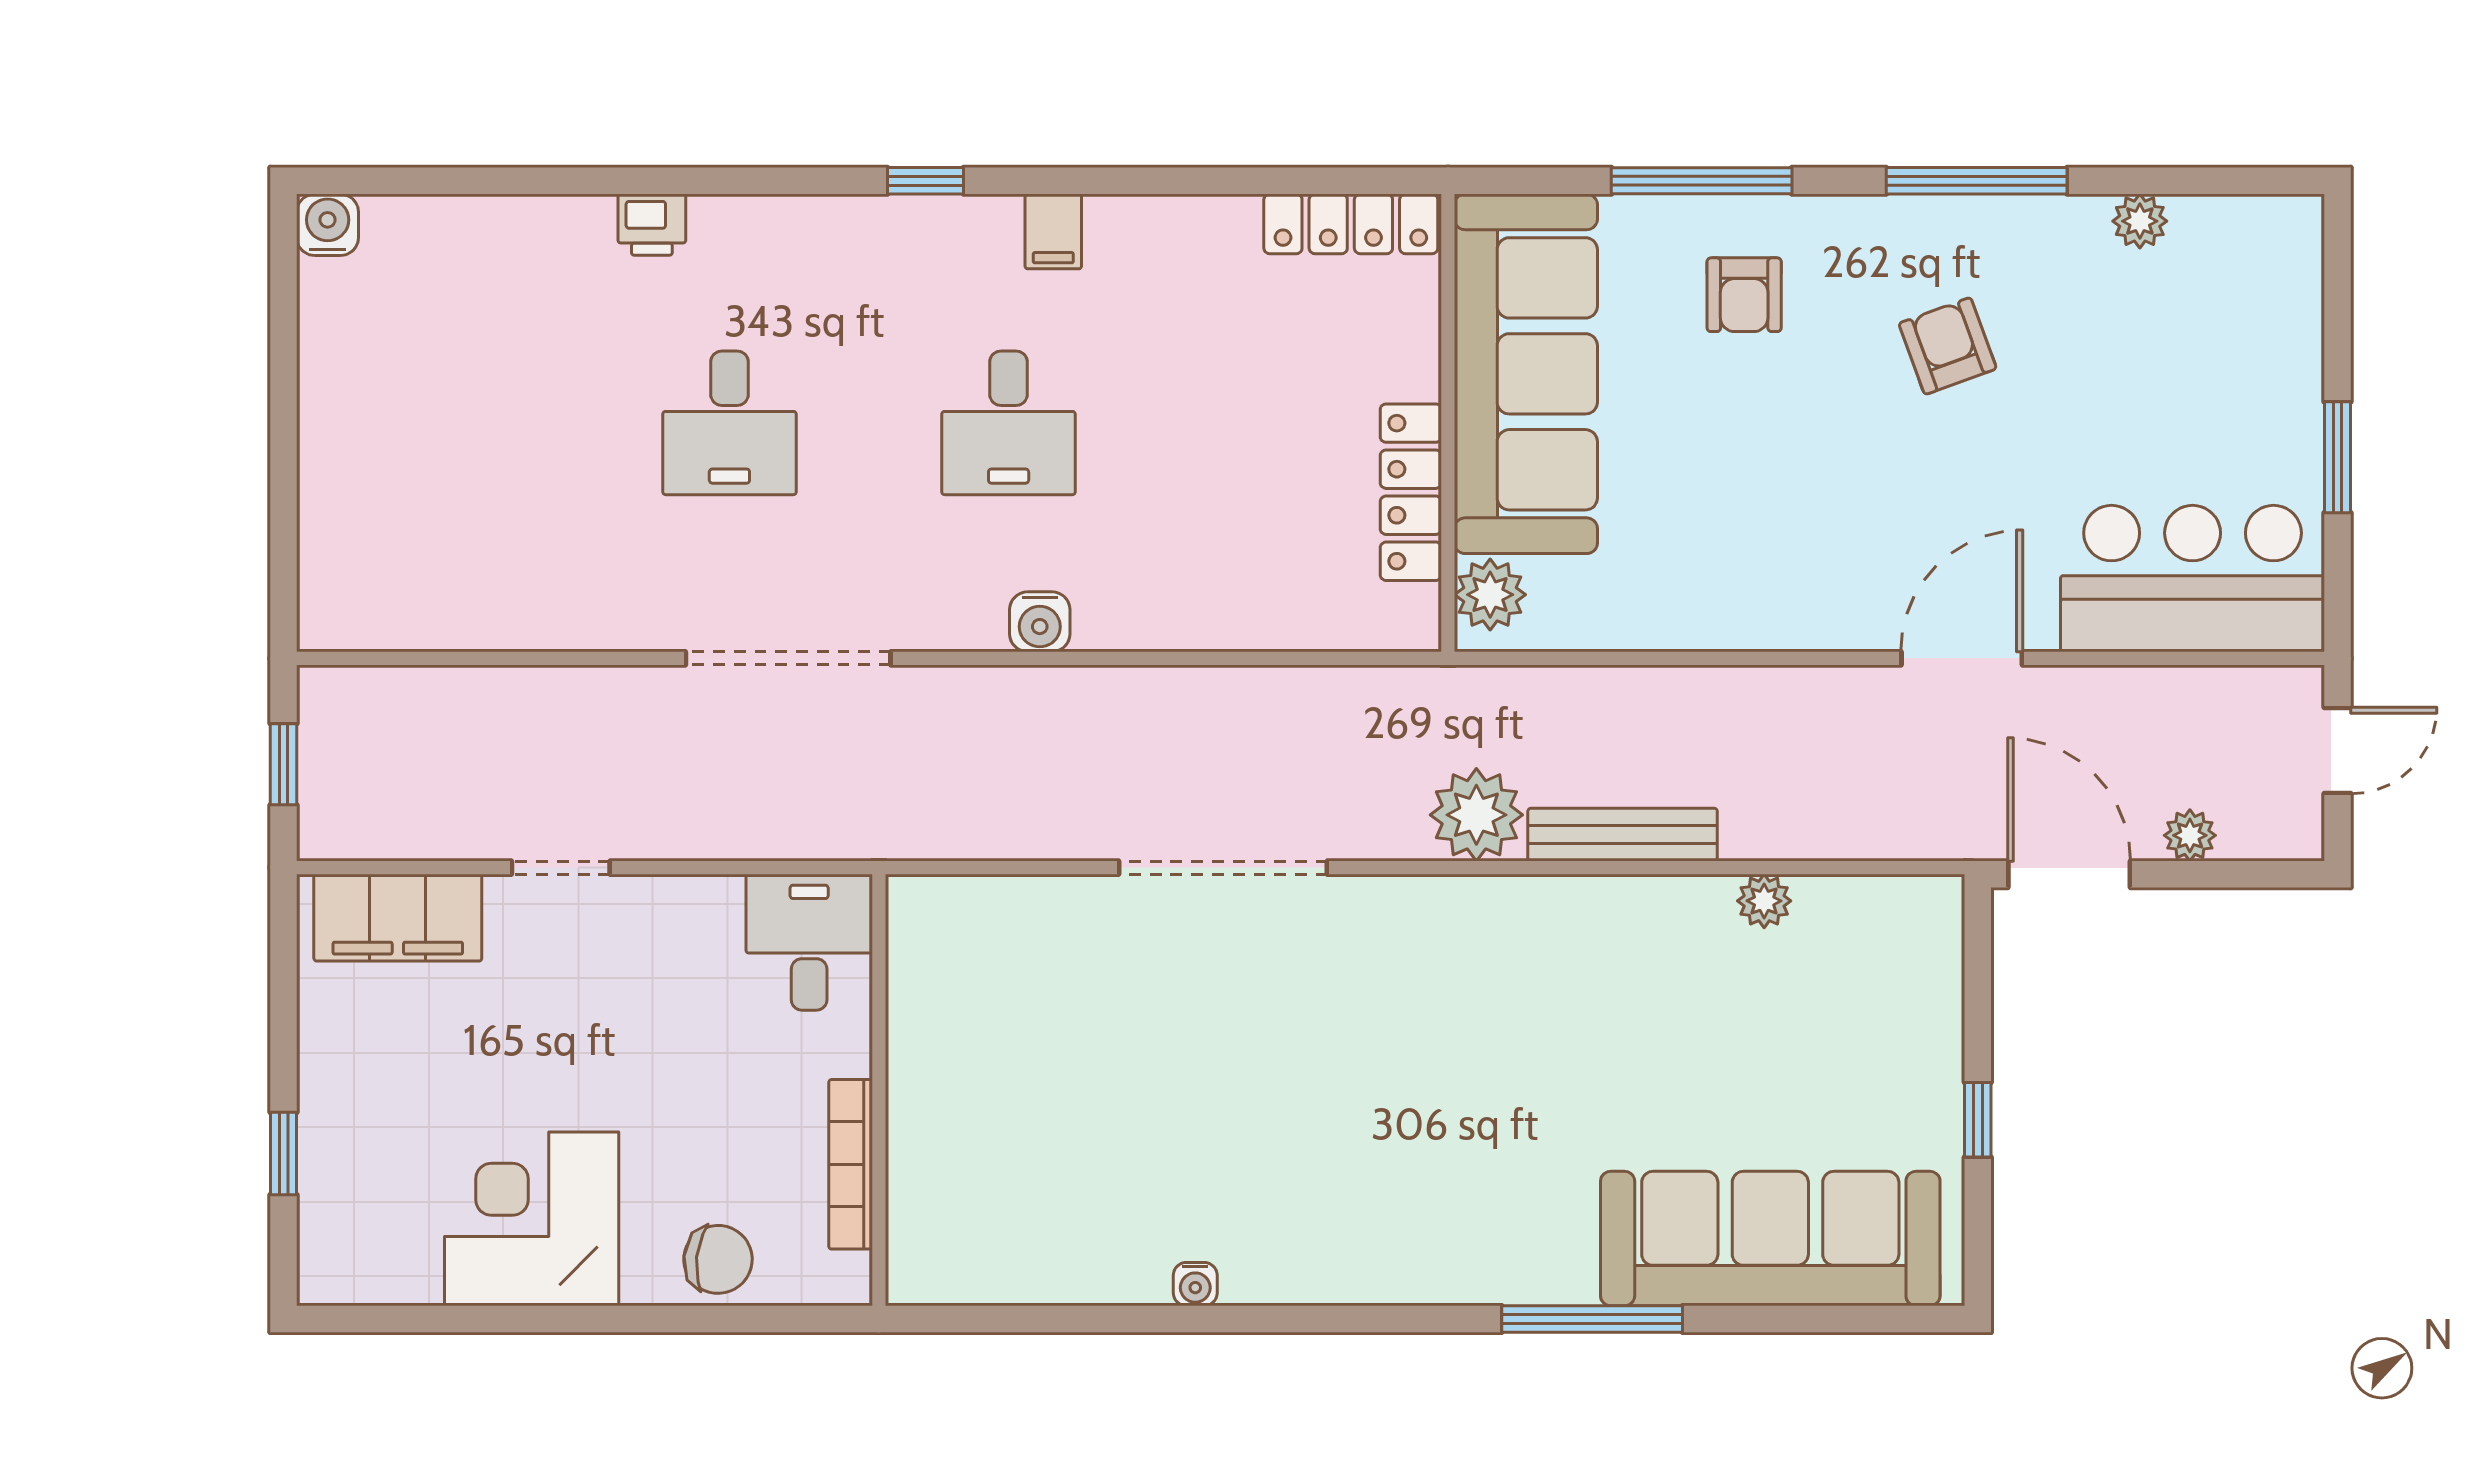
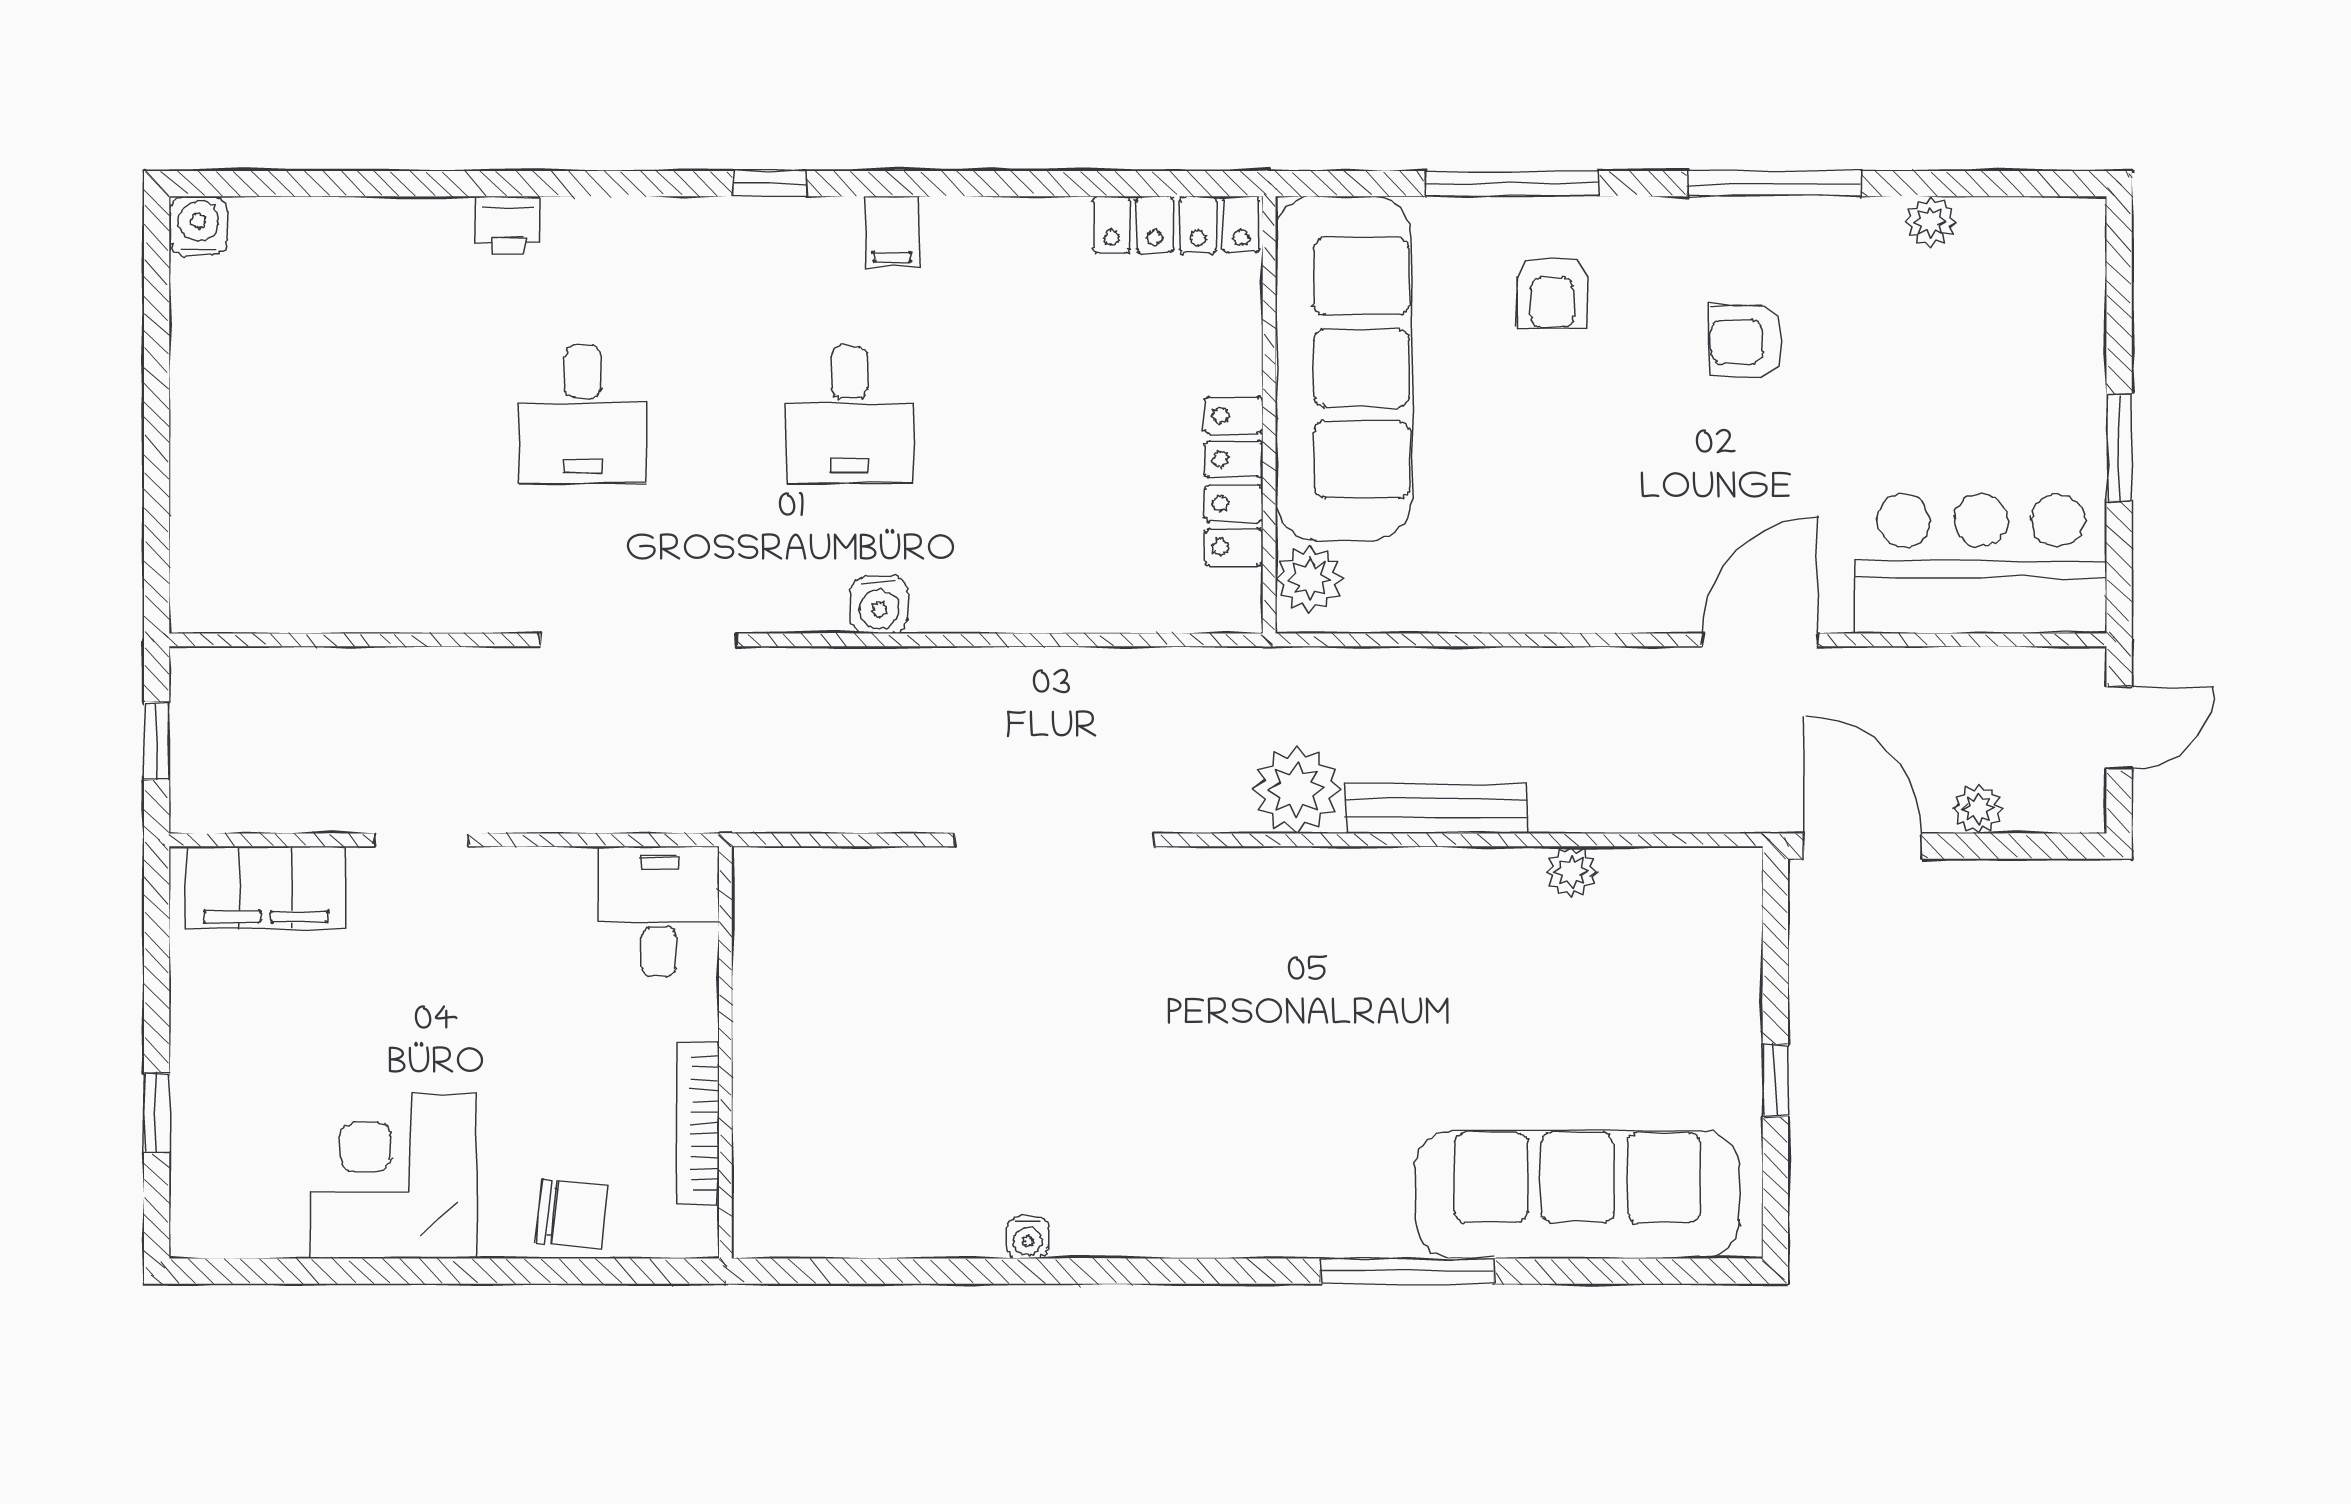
armchair: (1948, 346) -> (1747, 341), turned -70

